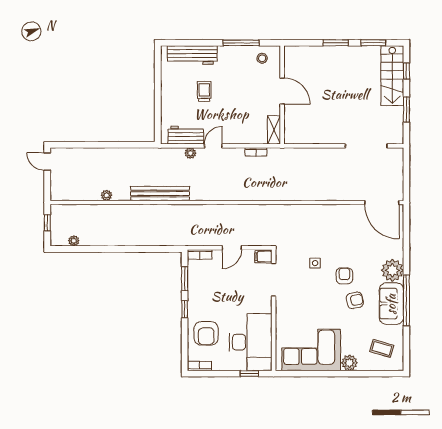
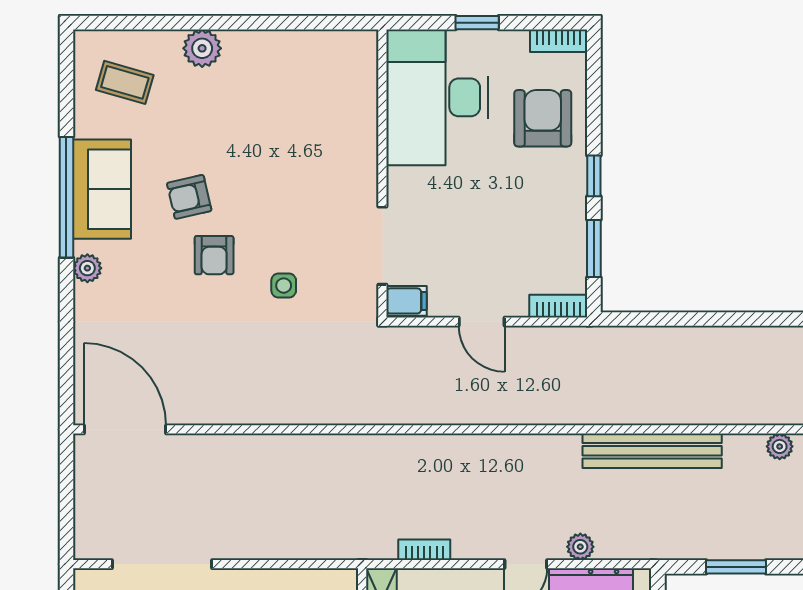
window: (125, 145) -> (736, 567), added
door: (232, 248) -> (482, 322), swing flipped
plant: (392, 270) -> (87, 268), width x0.53, depth x0.53
corner sofa: (311, 350) -> (293, 79), removed
window: (249, 374) -> (477, 23), moved

